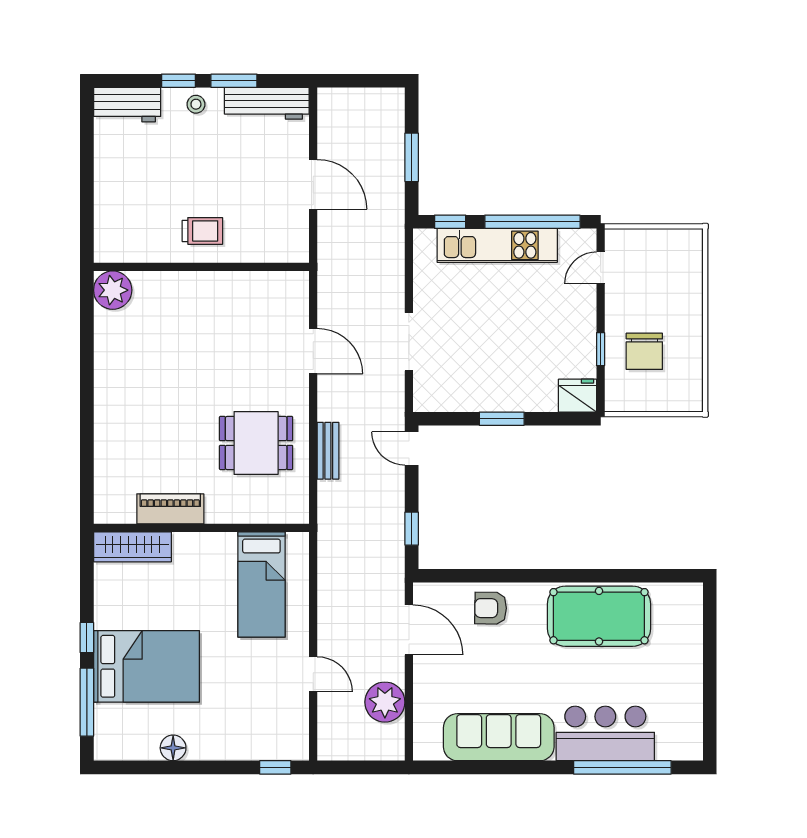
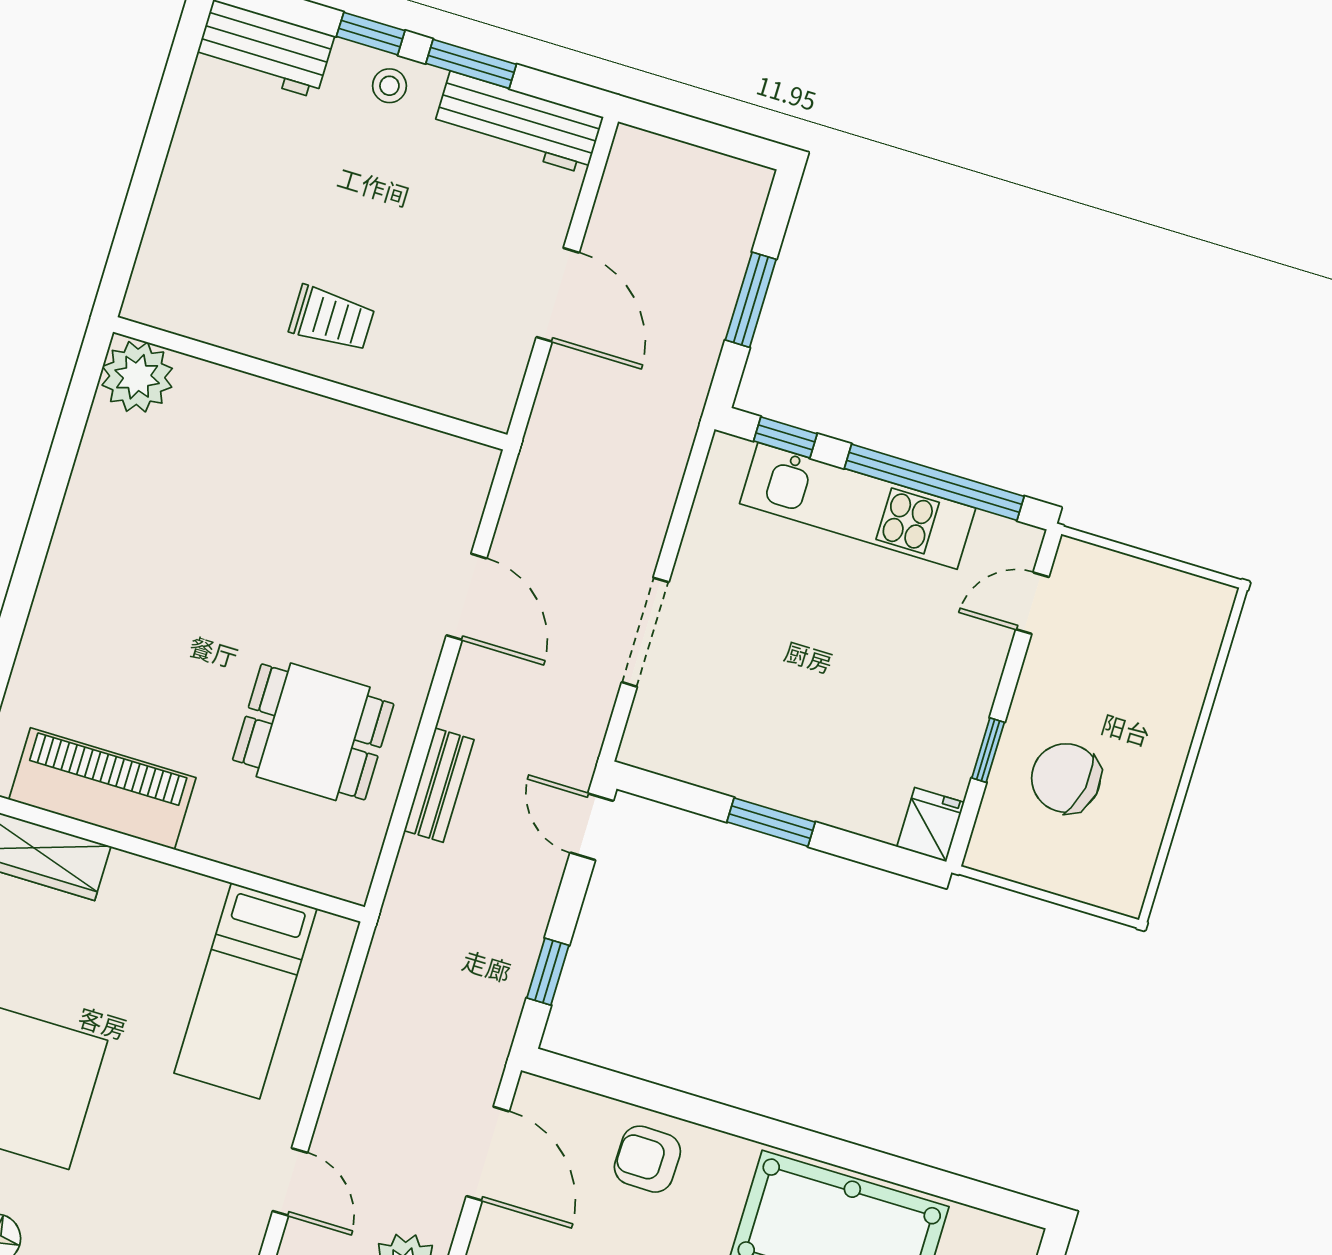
chair: (644, 351) -> (1066, 778), turned 100
fridge: (578, 396) -> (930, 825), width x0.72
piano: (170, 509) -> (102, 789), width x1.37, depth x1.33

